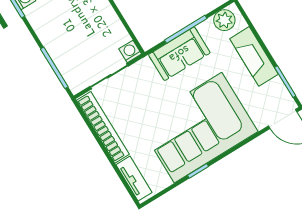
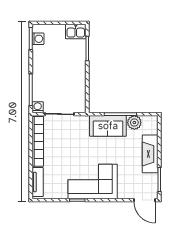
plant: (224, 20) -> (134, 123), moved
washing machine: (130, 51) -> (38, 107), moved
corner sofa: (198, 128) -> (93, 181), width x0.73, depth x0.74

